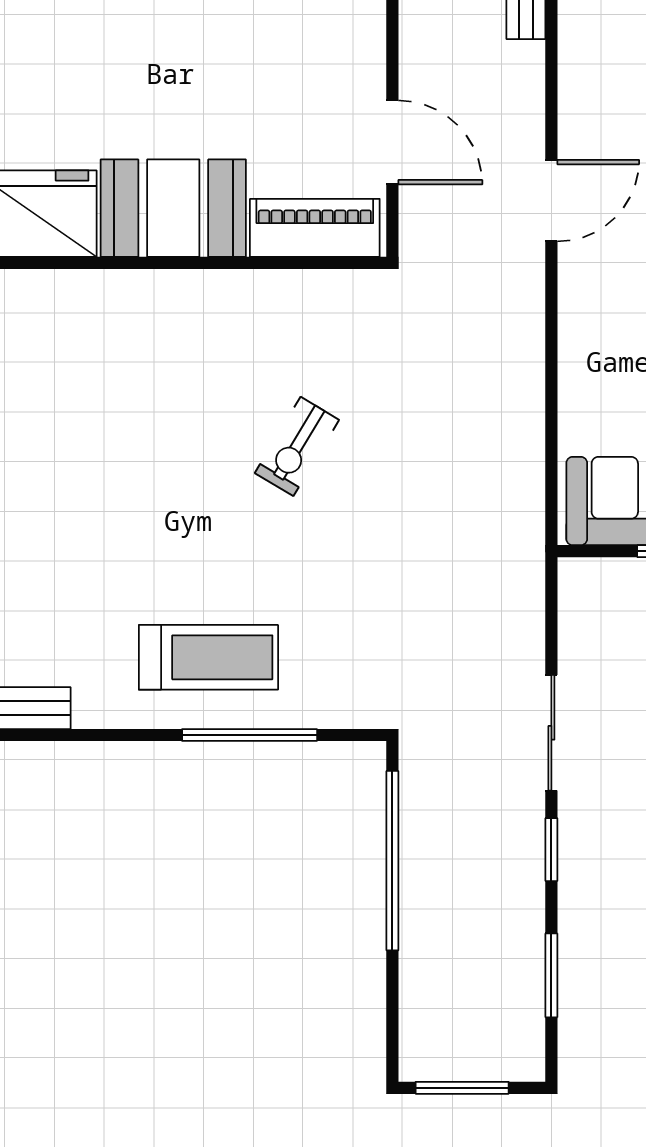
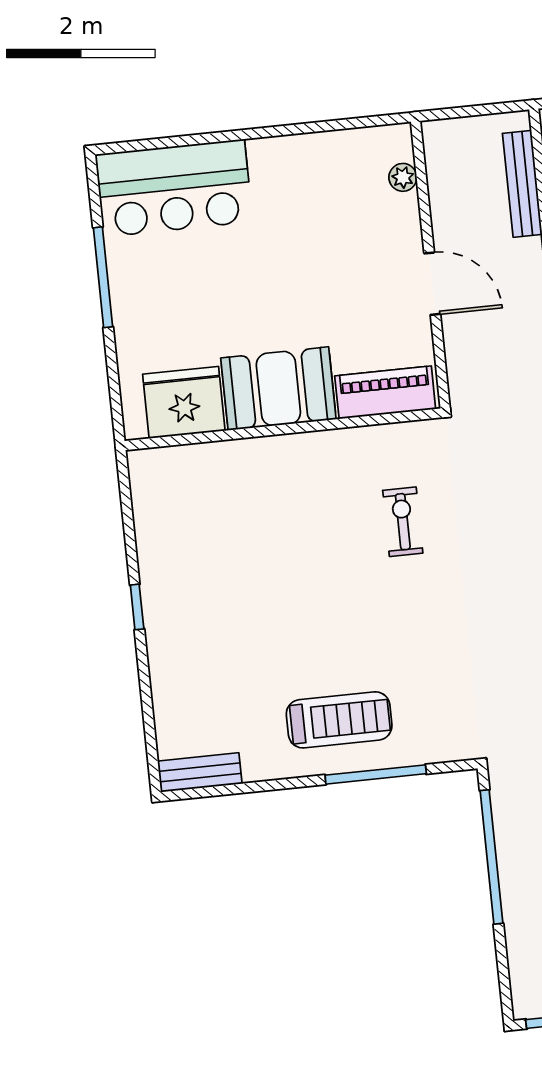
door: (392, 142) -> (432, 284), moved
exercise bike: (297, 446) -> (403, 522), moved, turned 149

